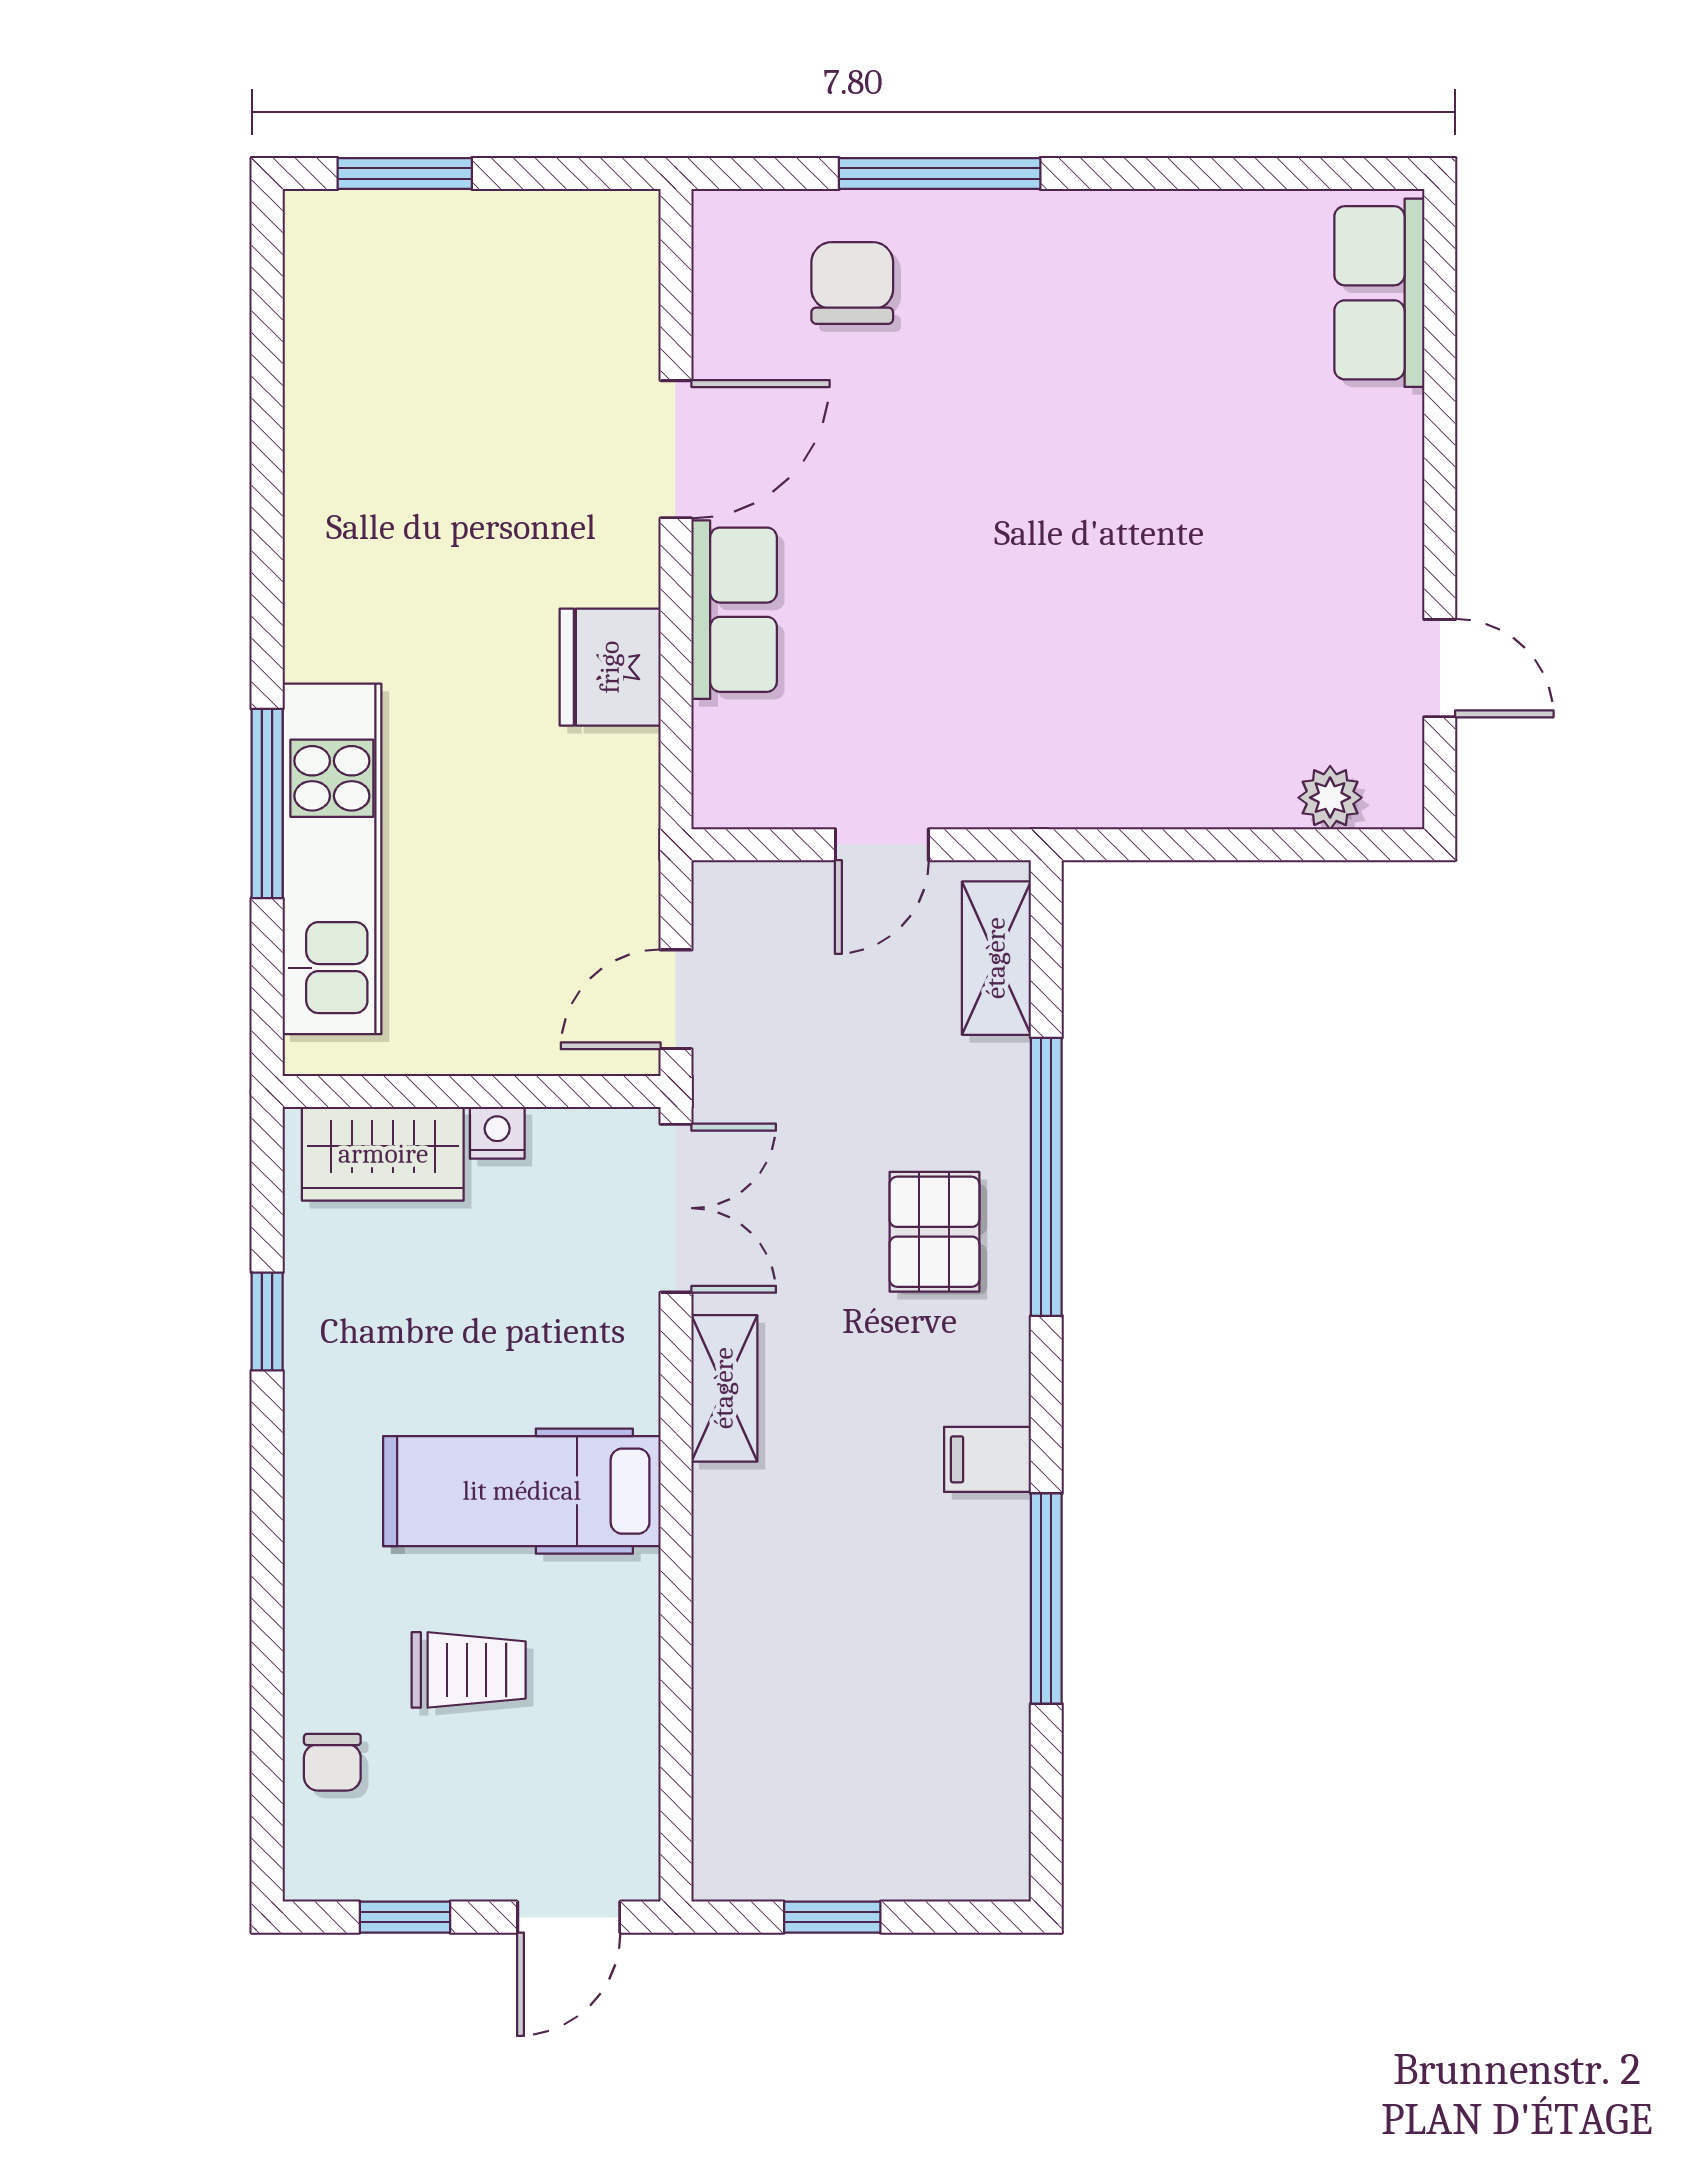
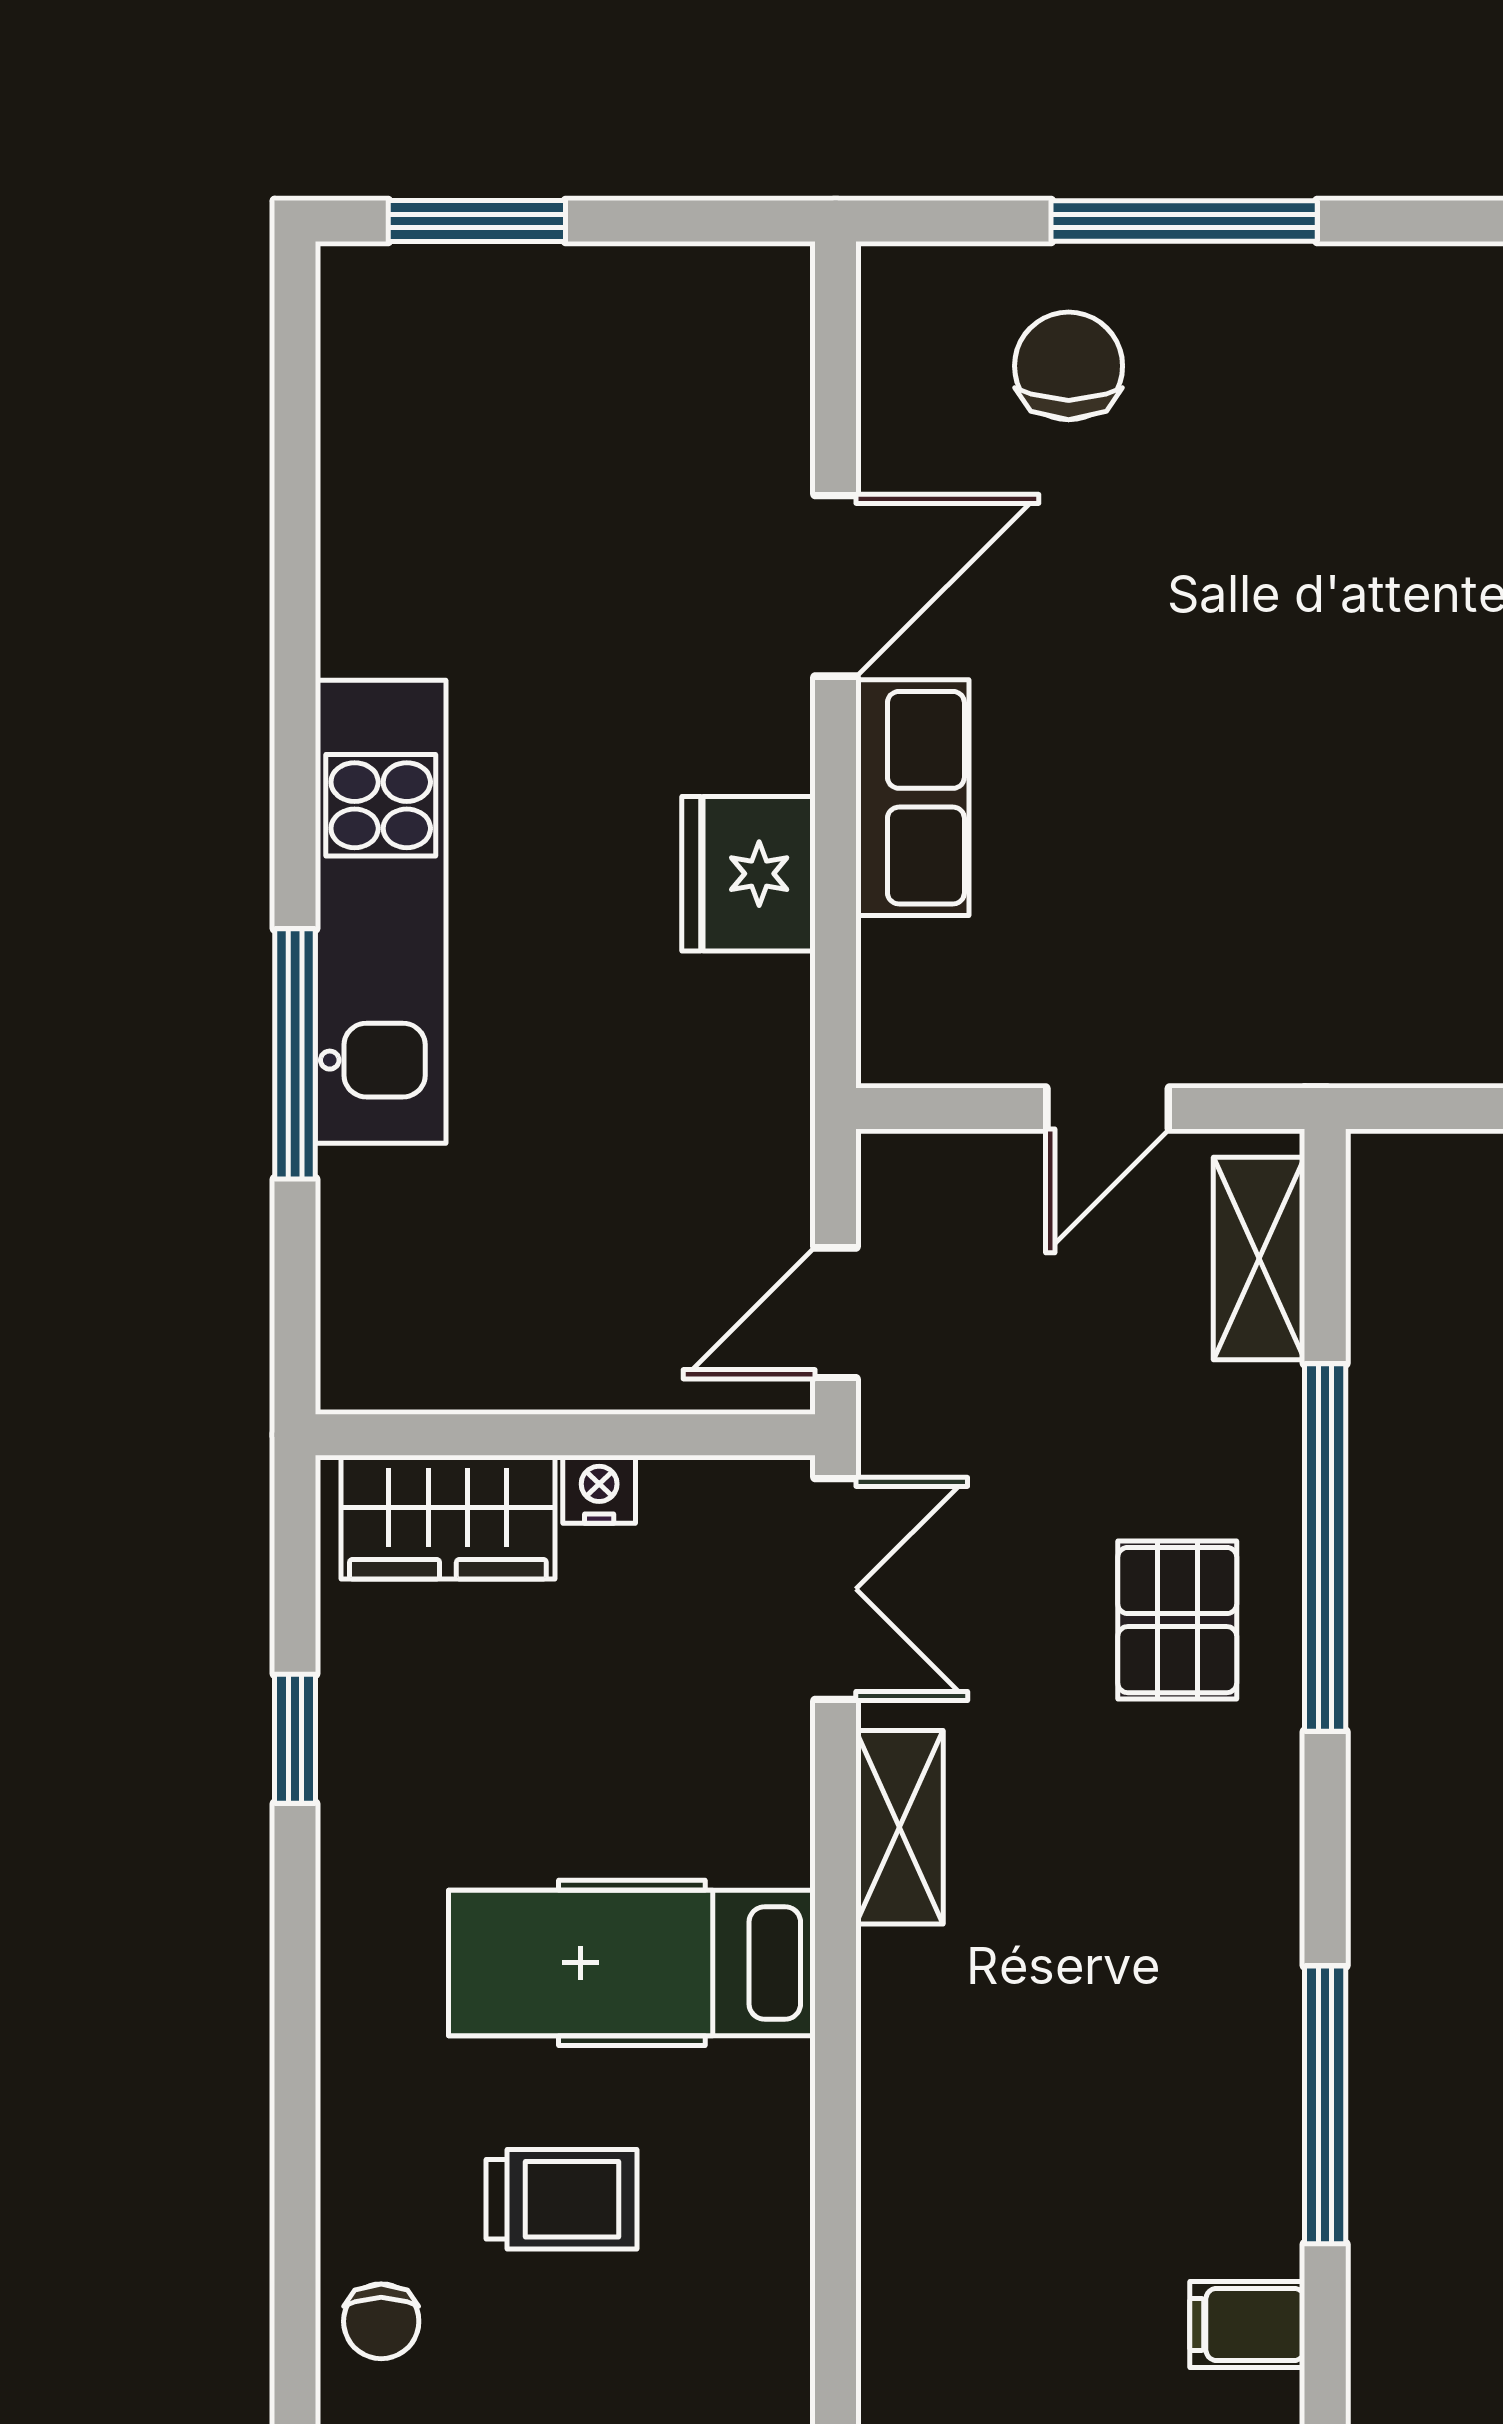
kitchen unit: (332, 859) -> (381, 912), moved
filing cabinet: (987, 1459) -> (1247, 2324), moved

